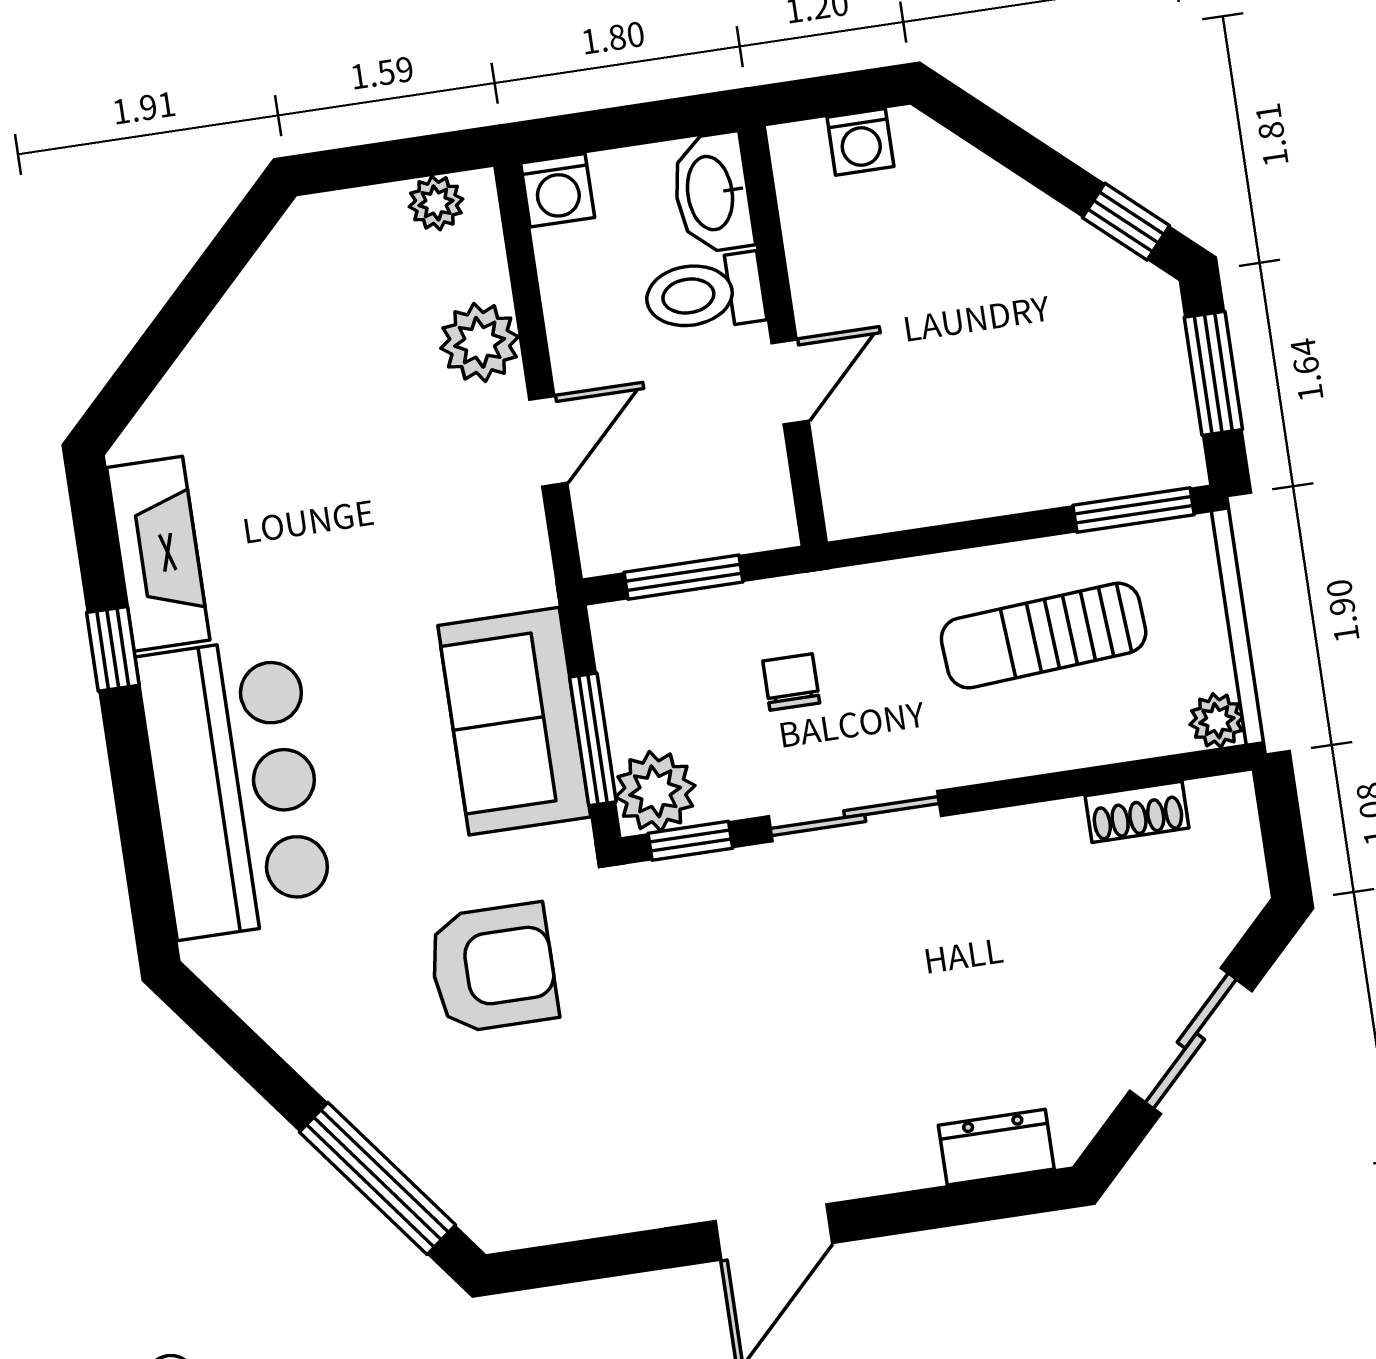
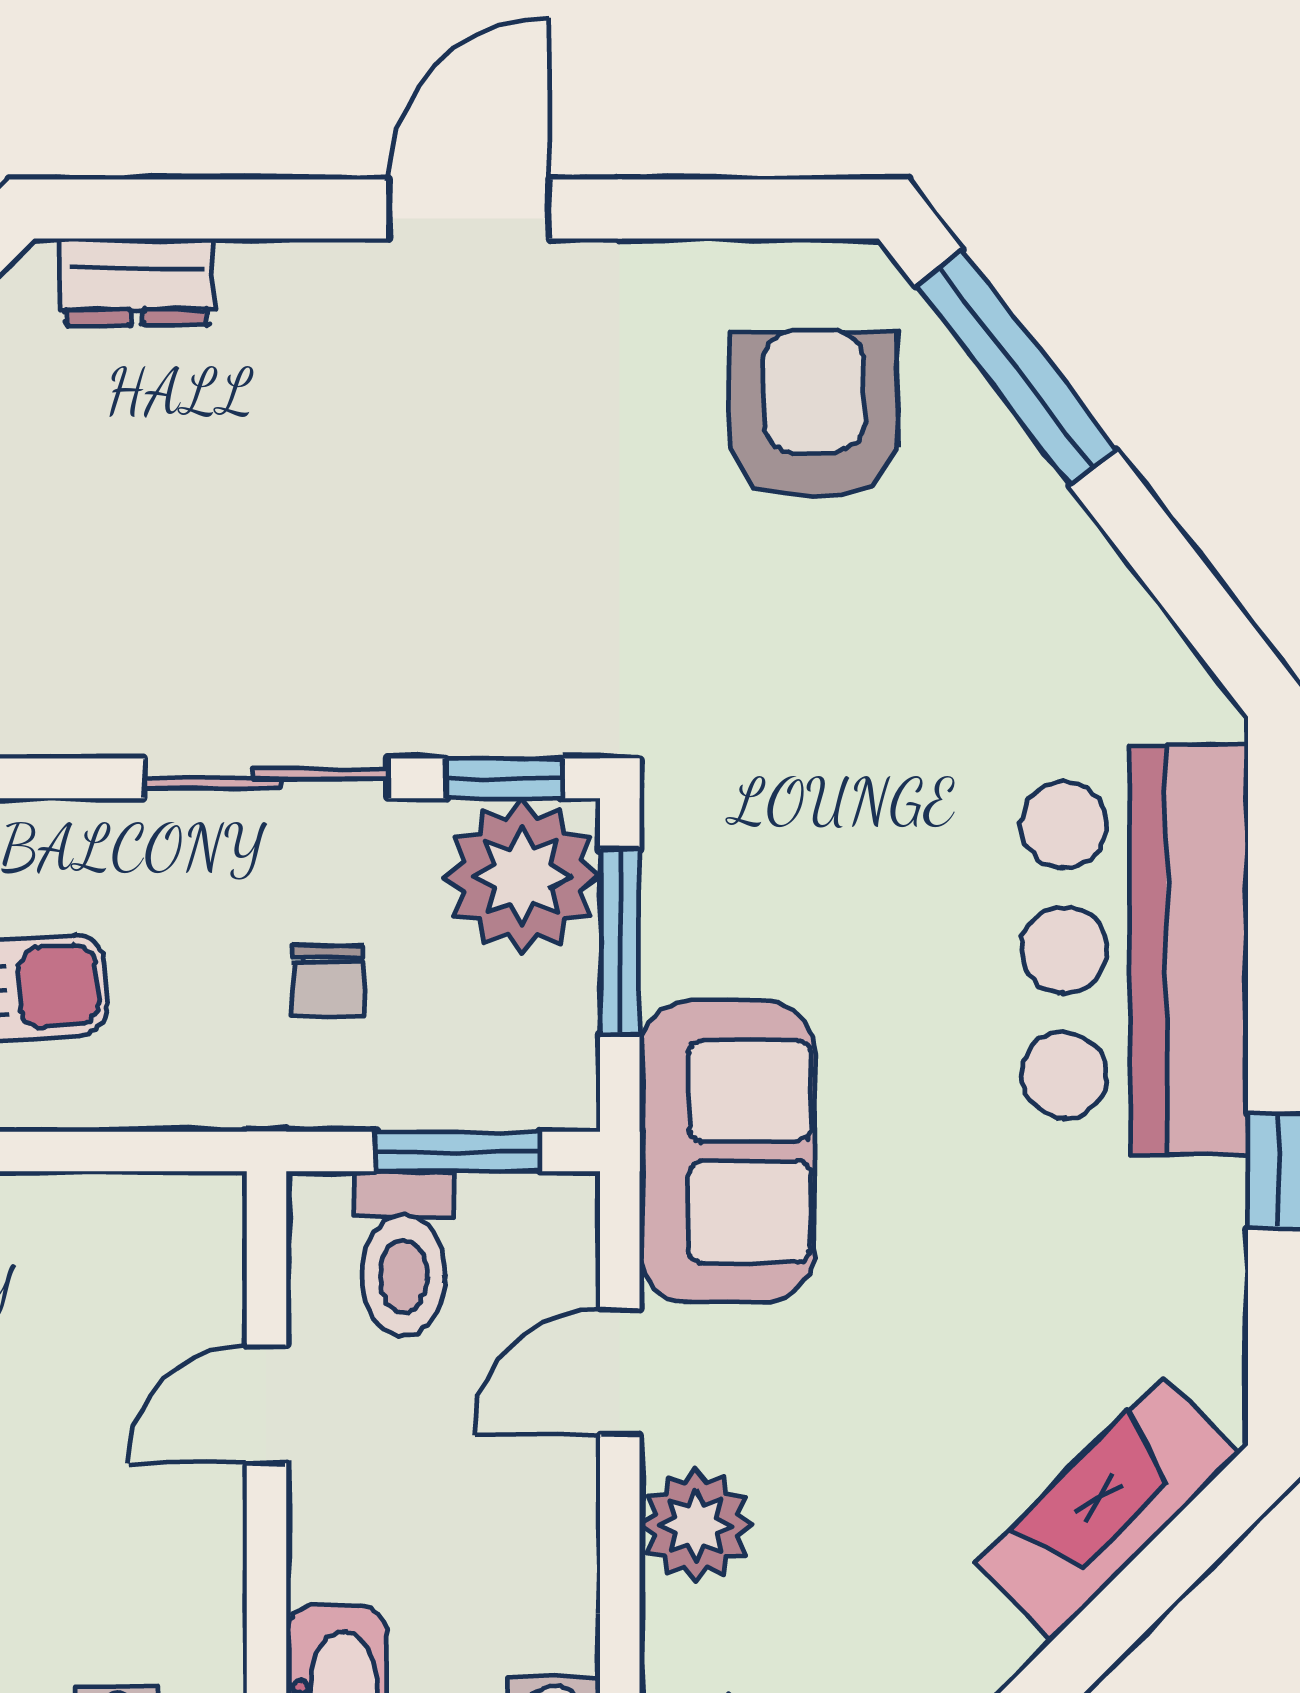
toilet: (704, 294) -> (404, 1254), moved, turned 90
fireplace: (158, 554) -> (1108, 1508), moved, turned 45
sofa: (514, 721) -> (727, 1151), moved
plant: (655, 791) -> (522, 876), width x1.36, depth x1.36
armchair: (493, 968) -> (814, 415), moved, turned 90

